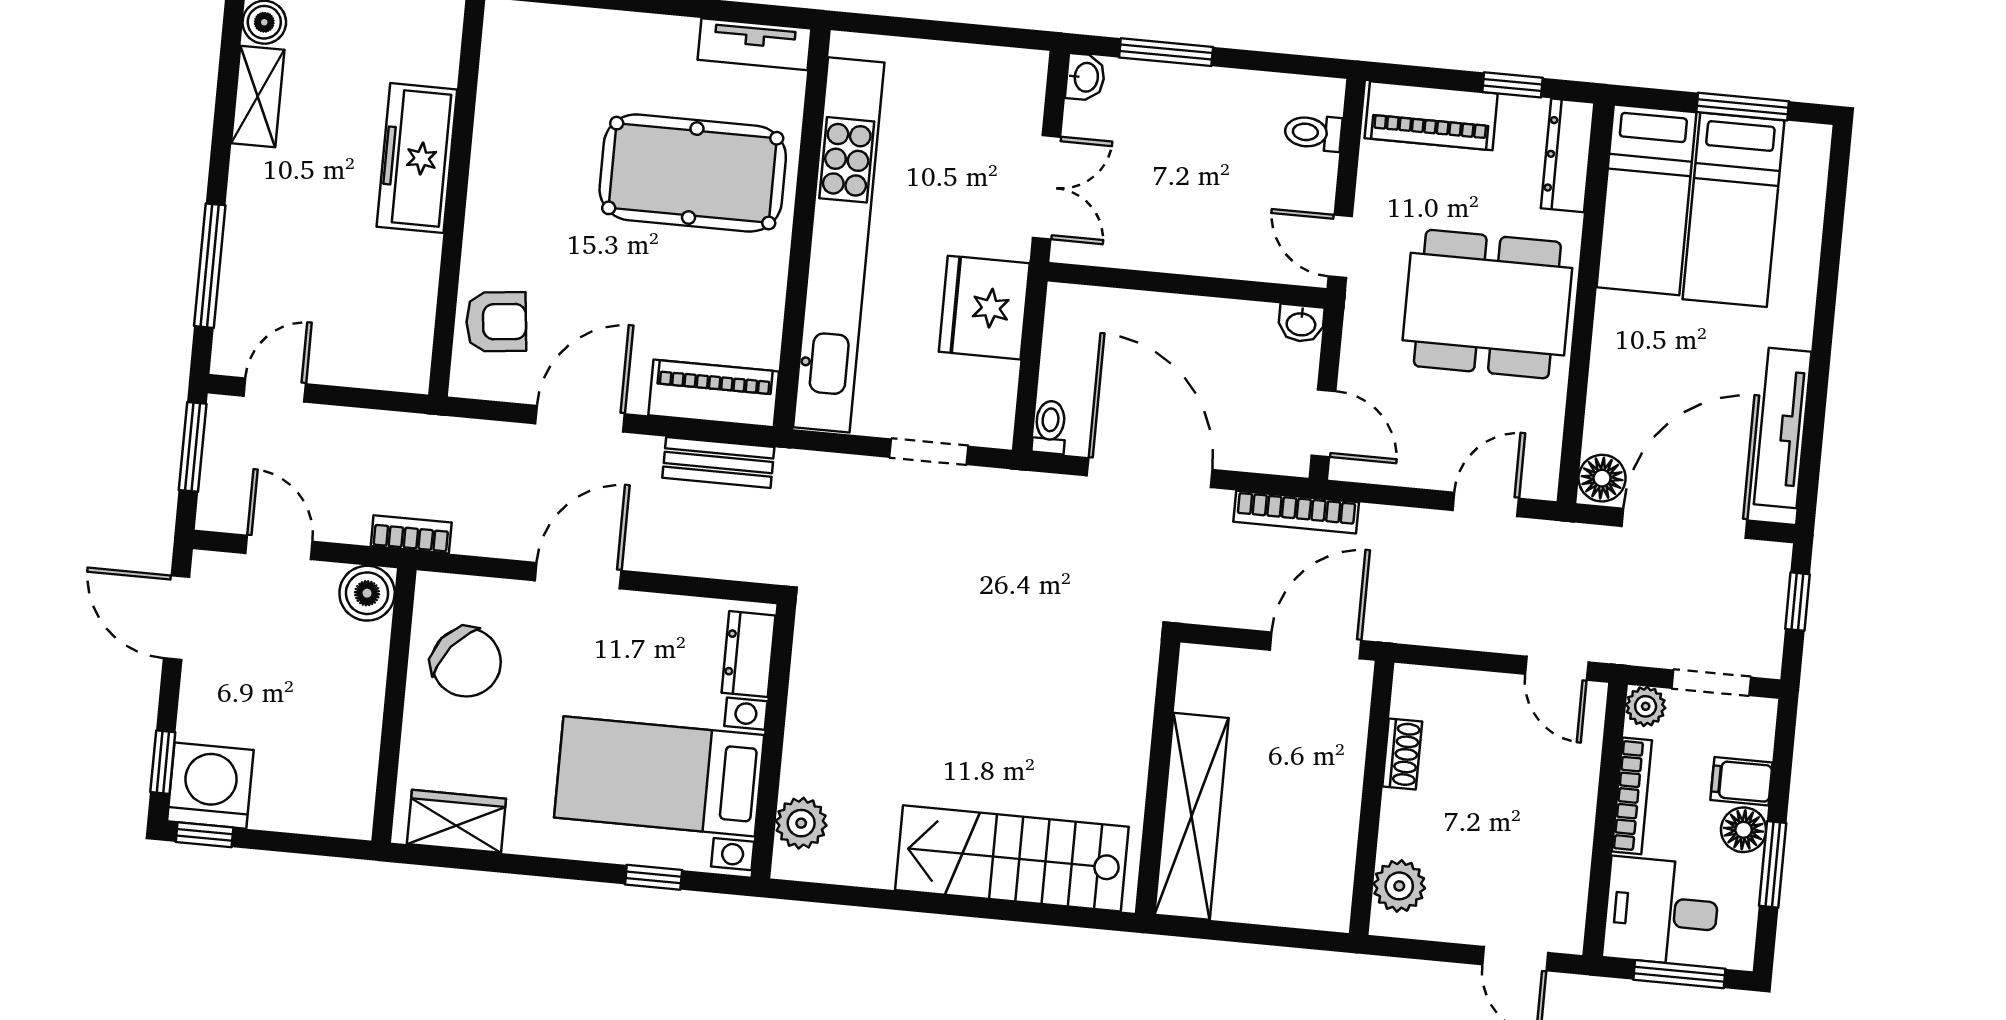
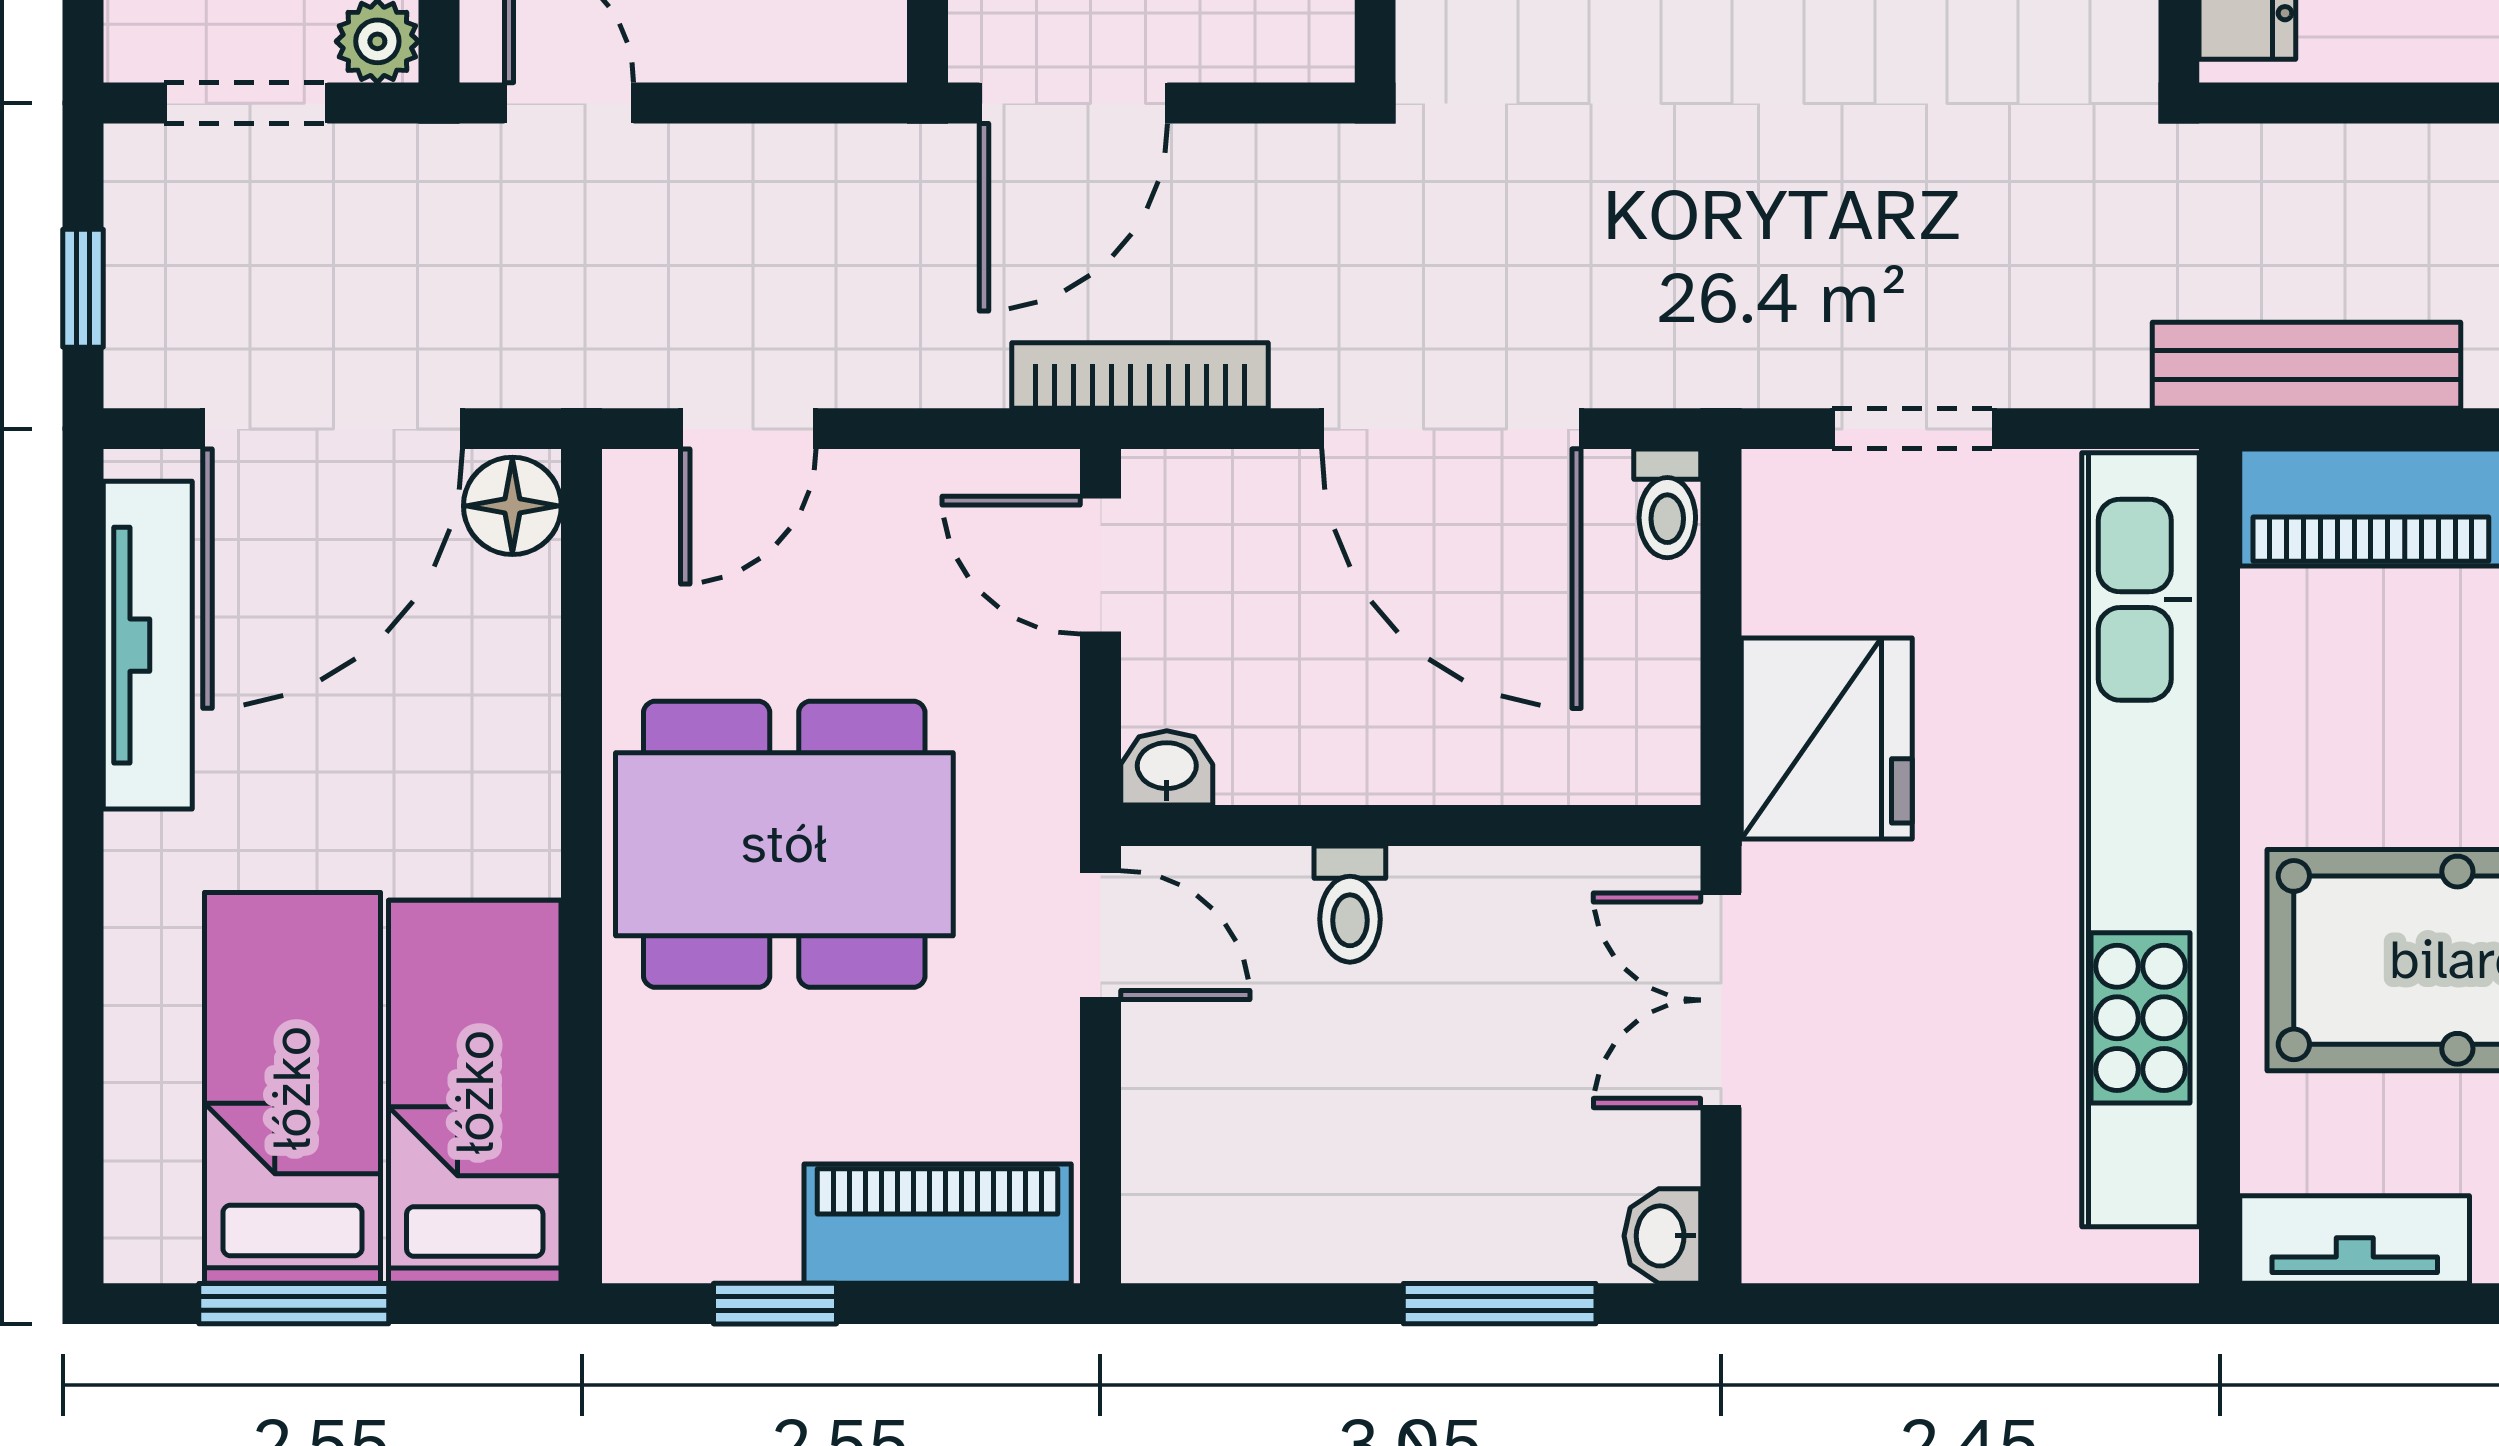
toilet: (1313, 133) -> (1350, 904), moved, turned 90
dresser: (1568, 155) -> (647, 1168), removed
bench: (718, 462) -> (2307, 365), width x1.36

